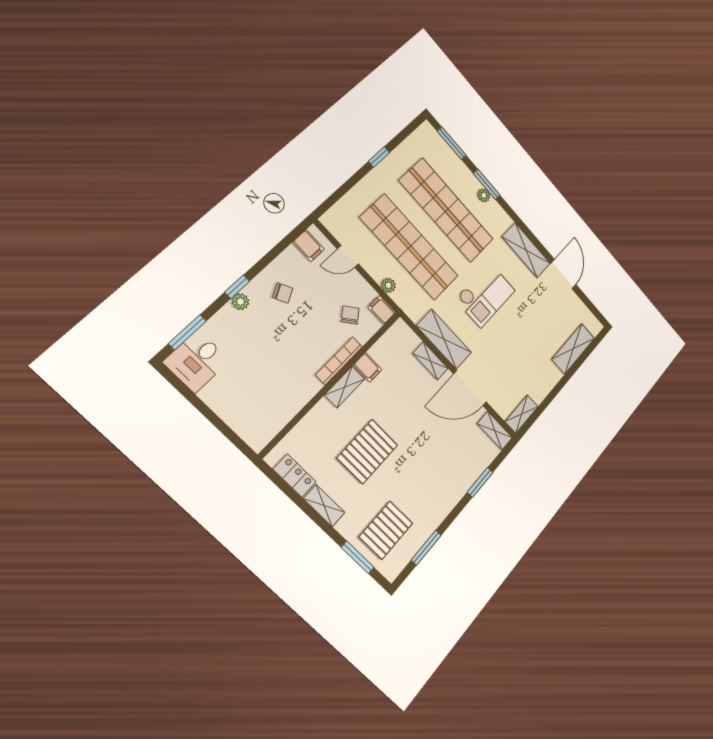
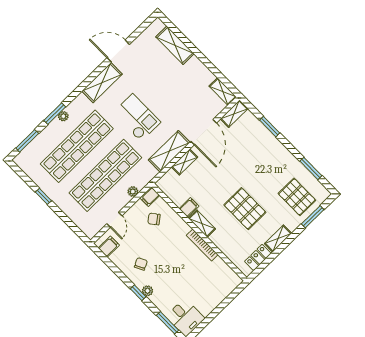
bookcase: (339, 361) -> (202, 245), moved

